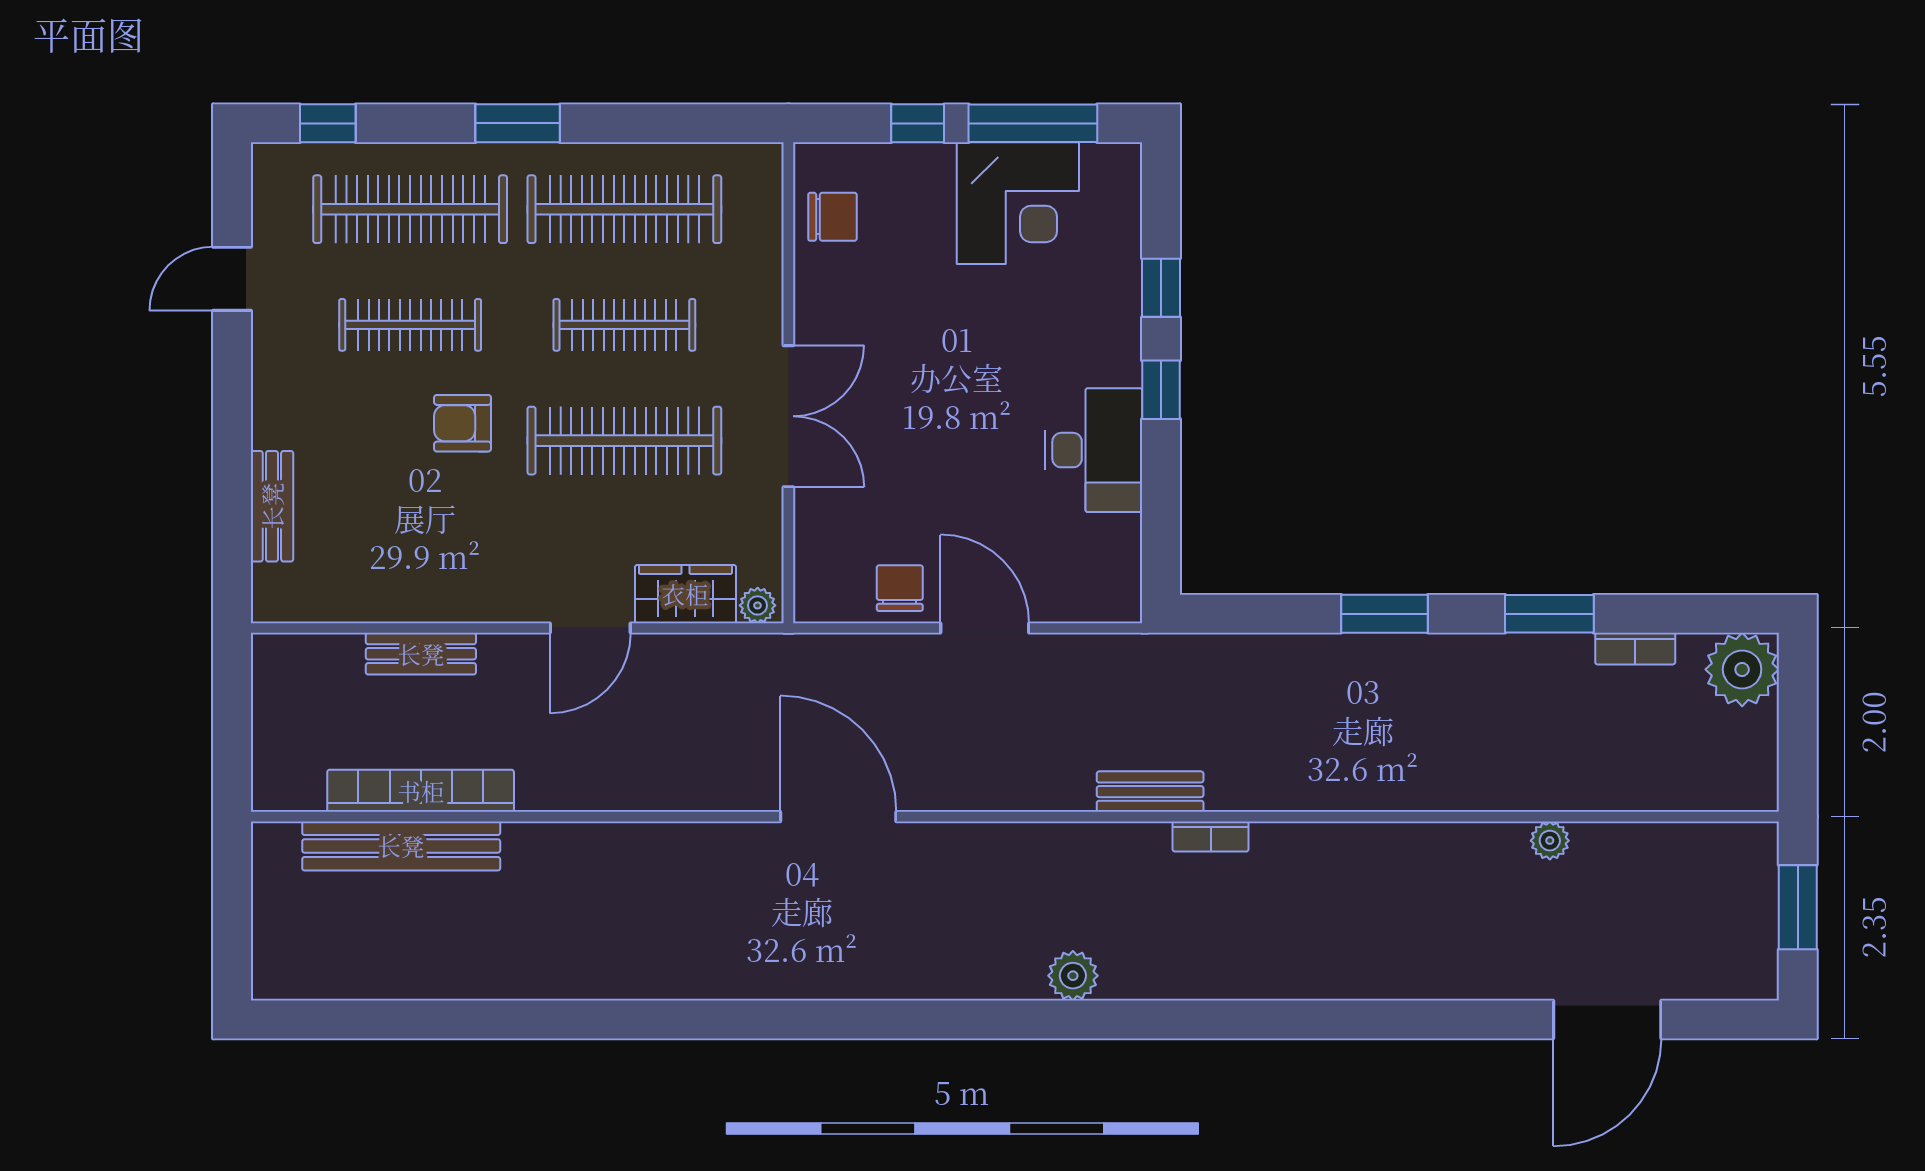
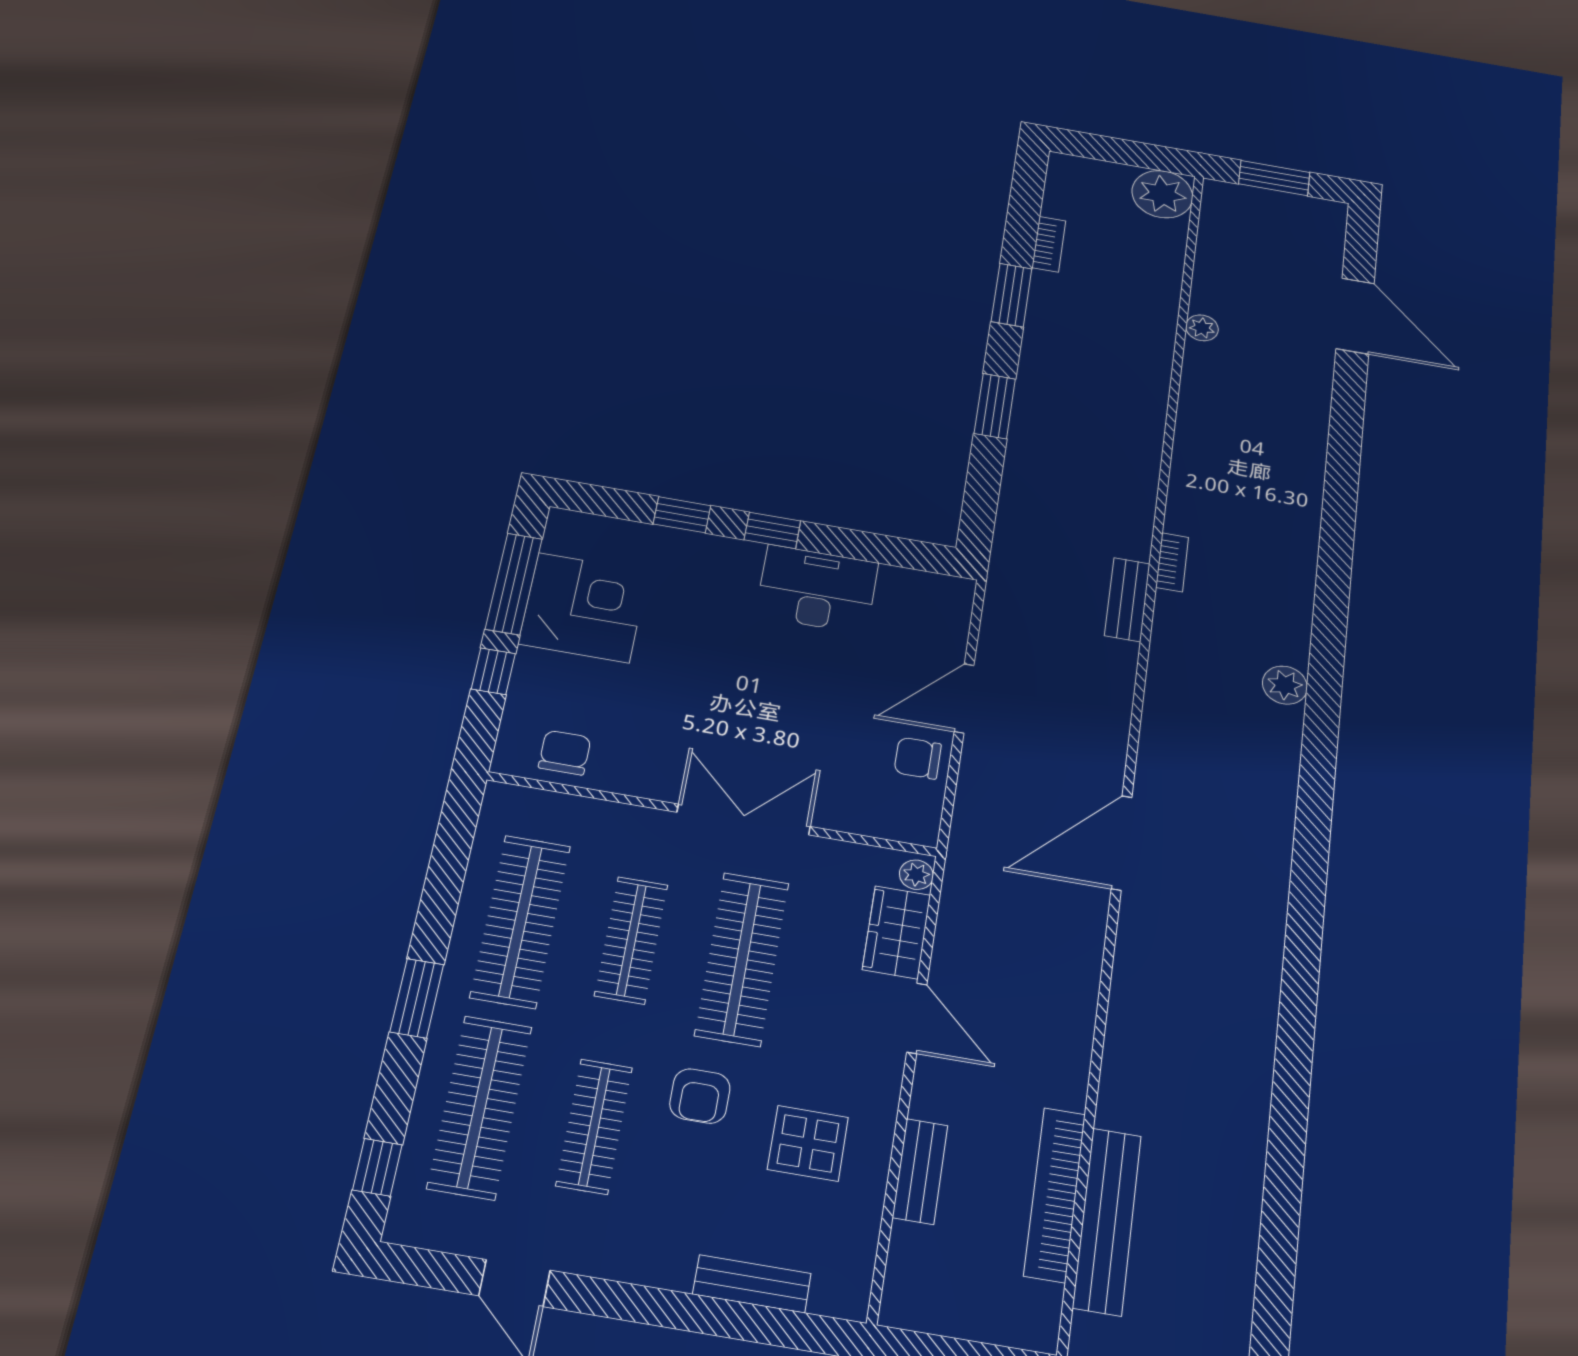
display table: (431, 538) -> (808, 1143), added
plant: (1742, 669) -> (1162, 194), moved

